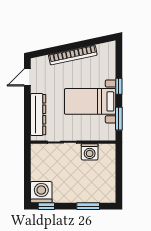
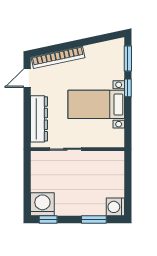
bookcase: (73, 55) -> (58, 57), moved
window: (119, 119) -> (128, 58), moved
washing machine: (90, 152) -> (115, 207), moved, turned 90

